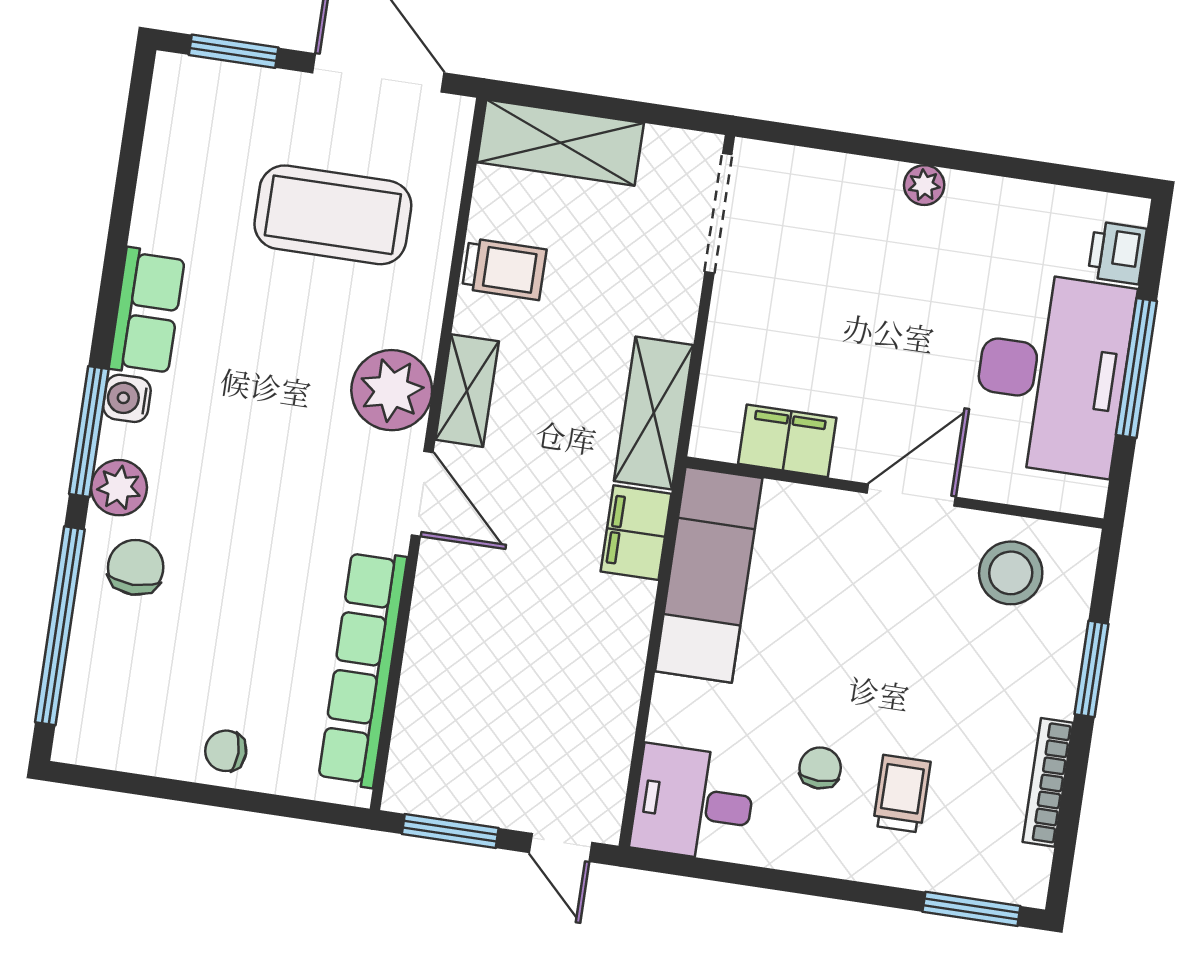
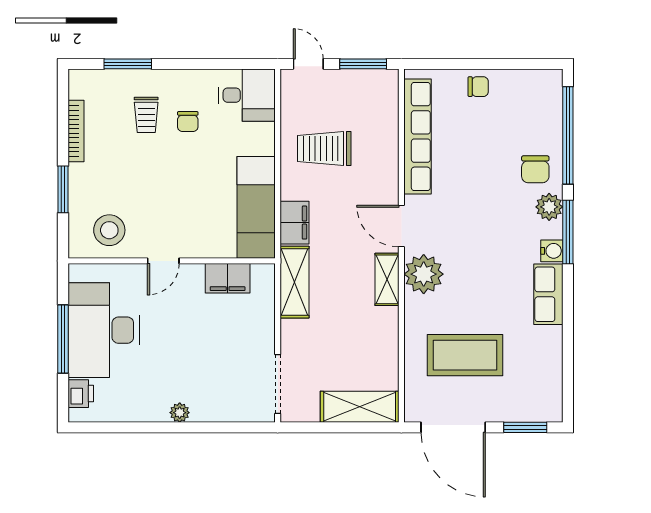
trolley: (504, 269) -> (324, 149), moved, width x1.36, depth x1.39
door: (911, 495) -> (163, 261), width x0.73
window: (971, 909) -> (128, 64), moved

